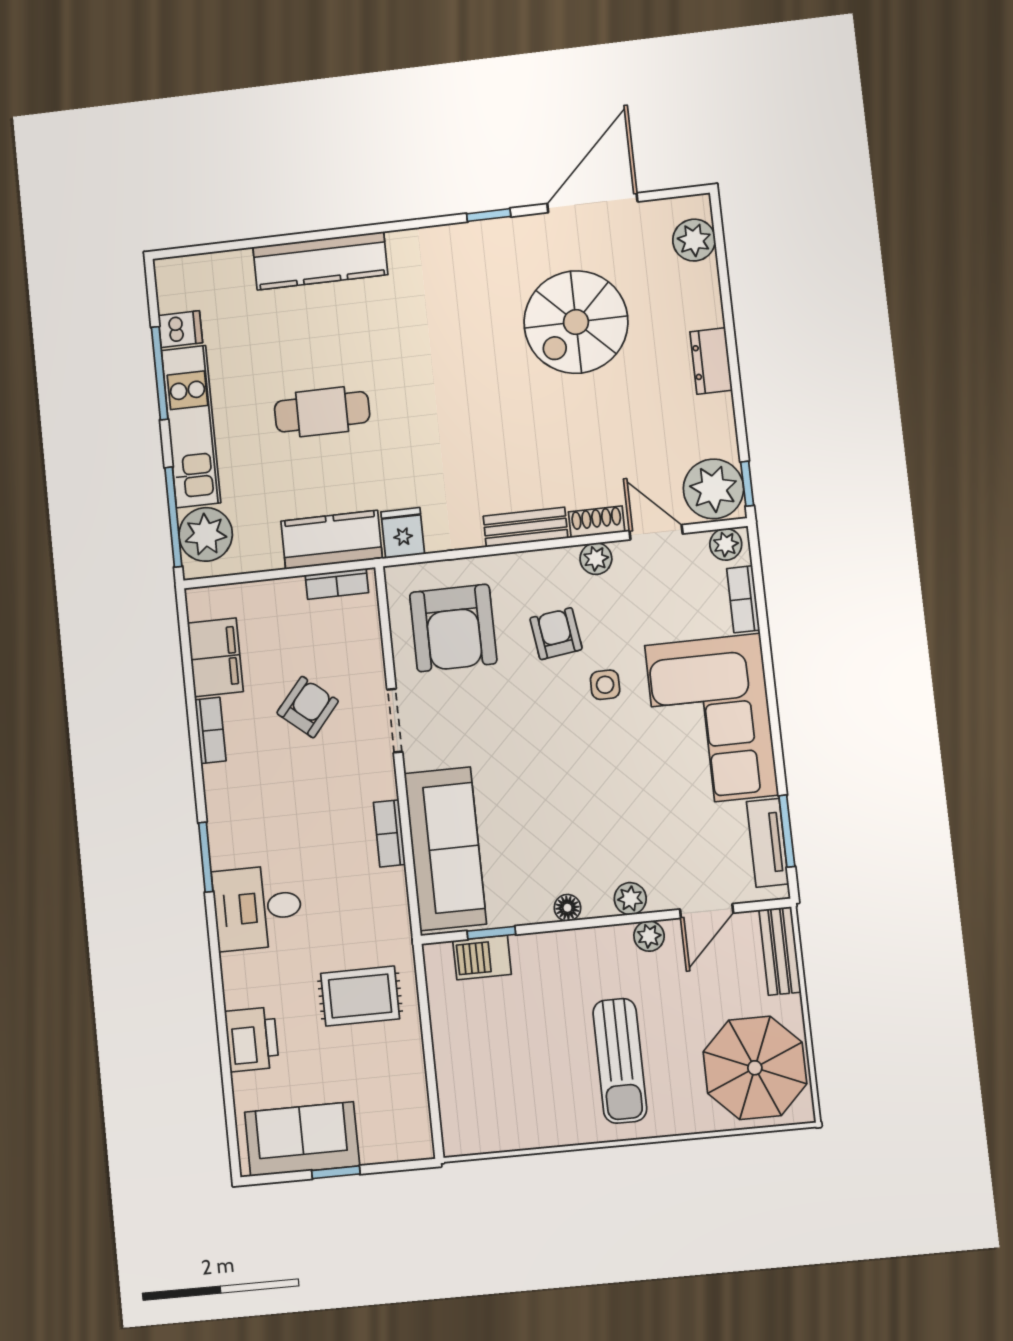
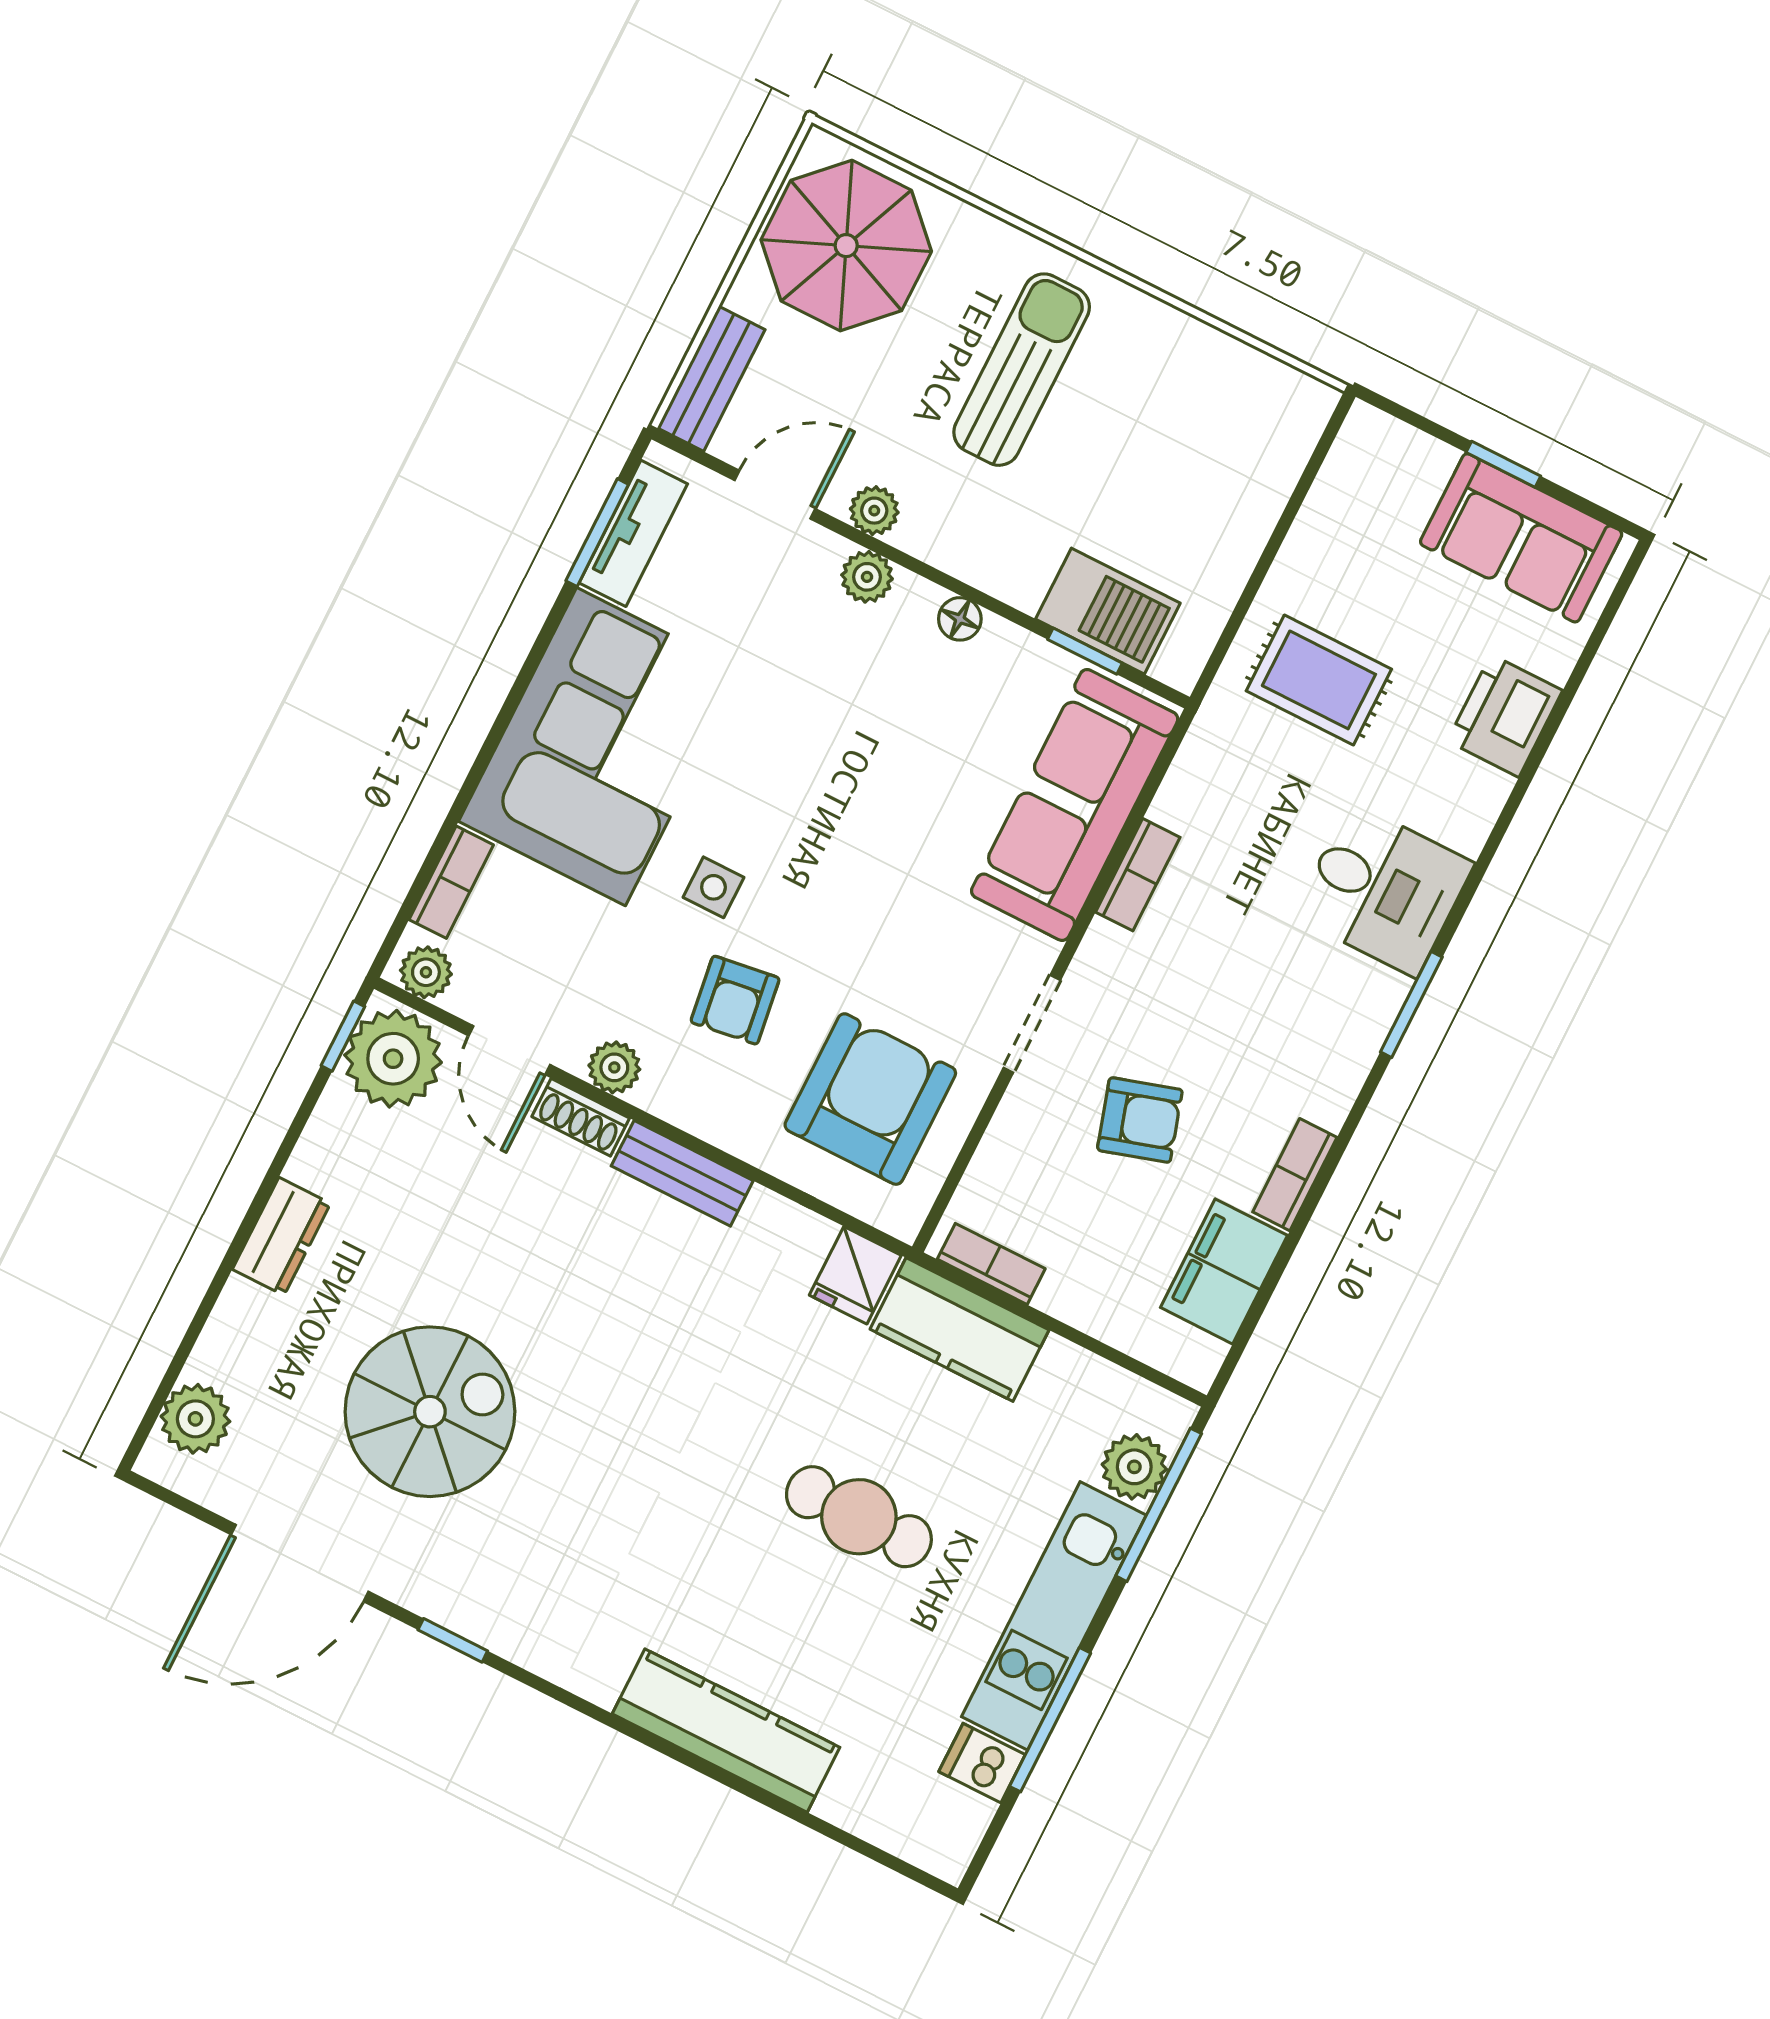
plant: (206, 534) -> (1134, 1467), width x0.73, depth x0.73
armchair: (308, 707) -> (1140, 1120), turned -147
barbecue: (482, 957) -> (1108, 611), width x1.38, depth x1.27

